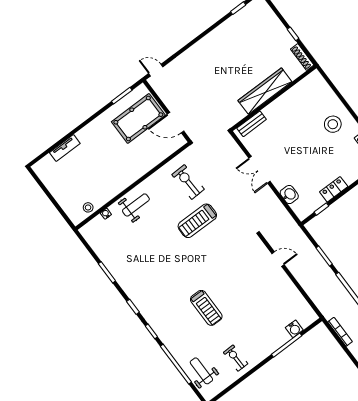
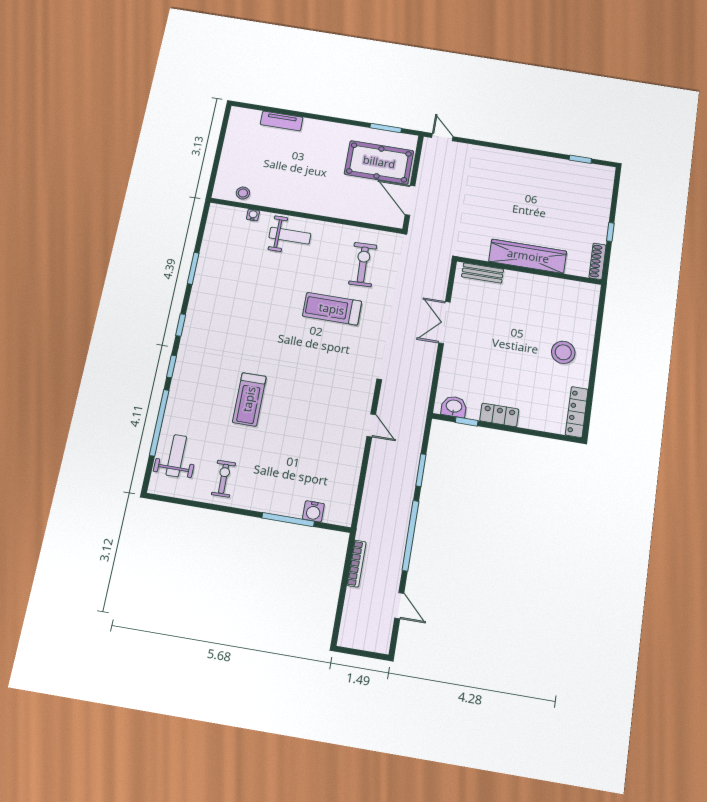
washbasin: (289, 195) -> (454, 407), moved, turned -90

